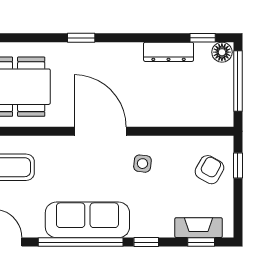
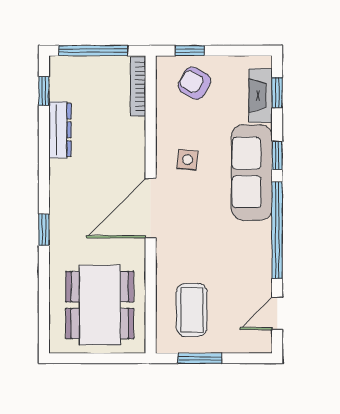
floor lamp: (222, 52) -> (60, 69), removed
bookcase: (207, 120) -> (138, 87), added
sofa: (87, 220) -> (252, 173), moved

